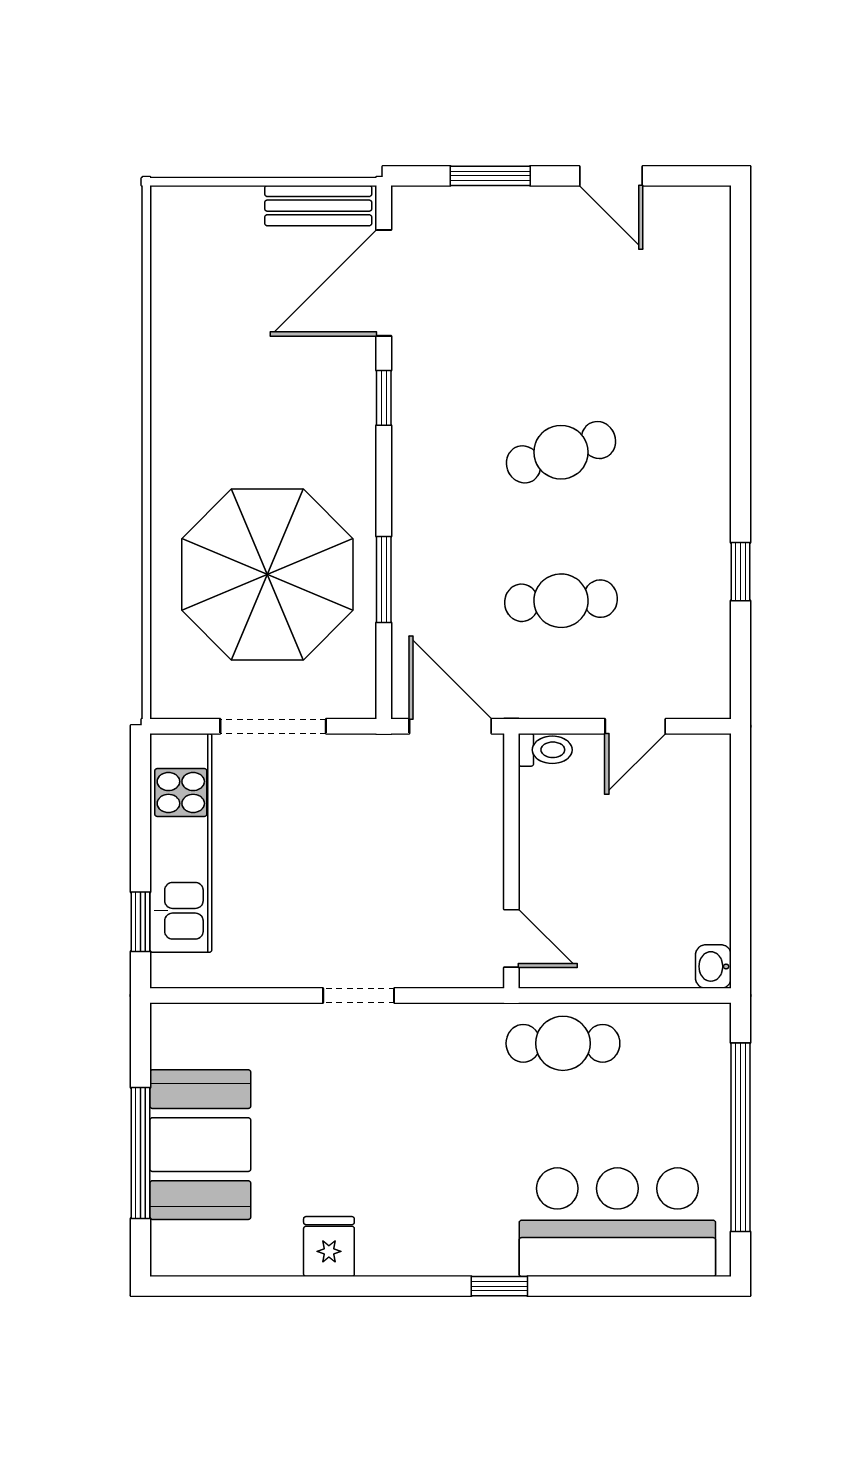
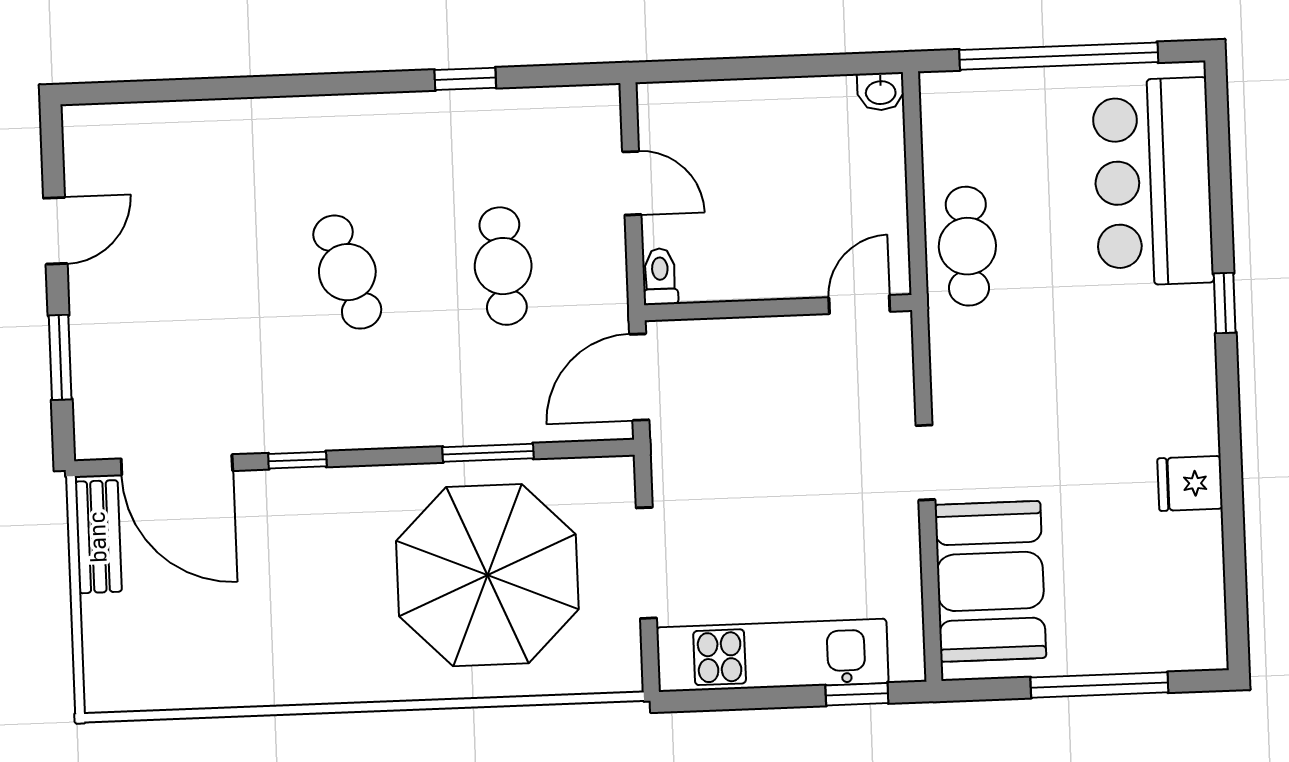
booth: (200, 1145) -> (990, 581), moved, turned 90

